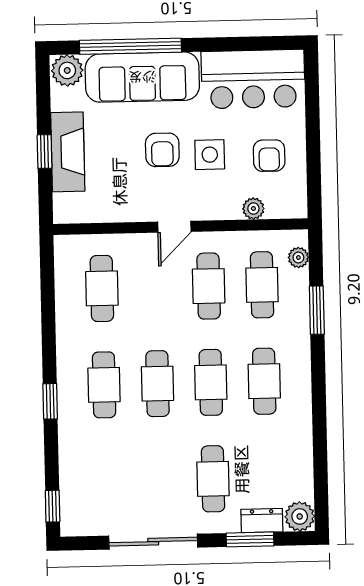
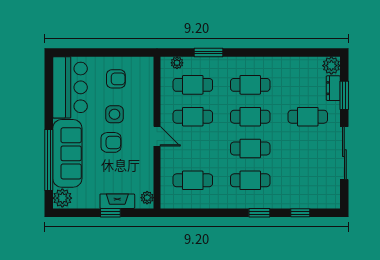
fireplace: (68, 152) -> (117, 201), width x0.73, depth x0.76
plant: (253, 209) -> (147, 198), moved
window: (53, 506) -> (300, 213), moved

